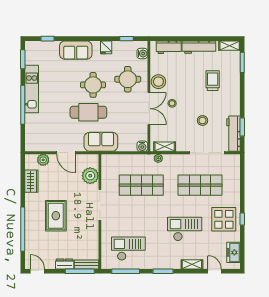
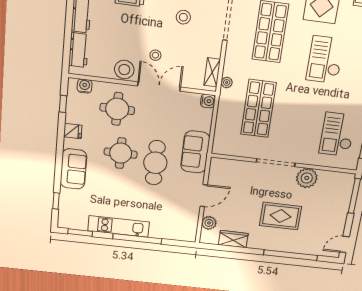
plant: (90, 176) -> (307, 178), moved
dresser: (65, 264) -> (342, 213), removed
bench: (86, 264) -> (347, 187), removed

